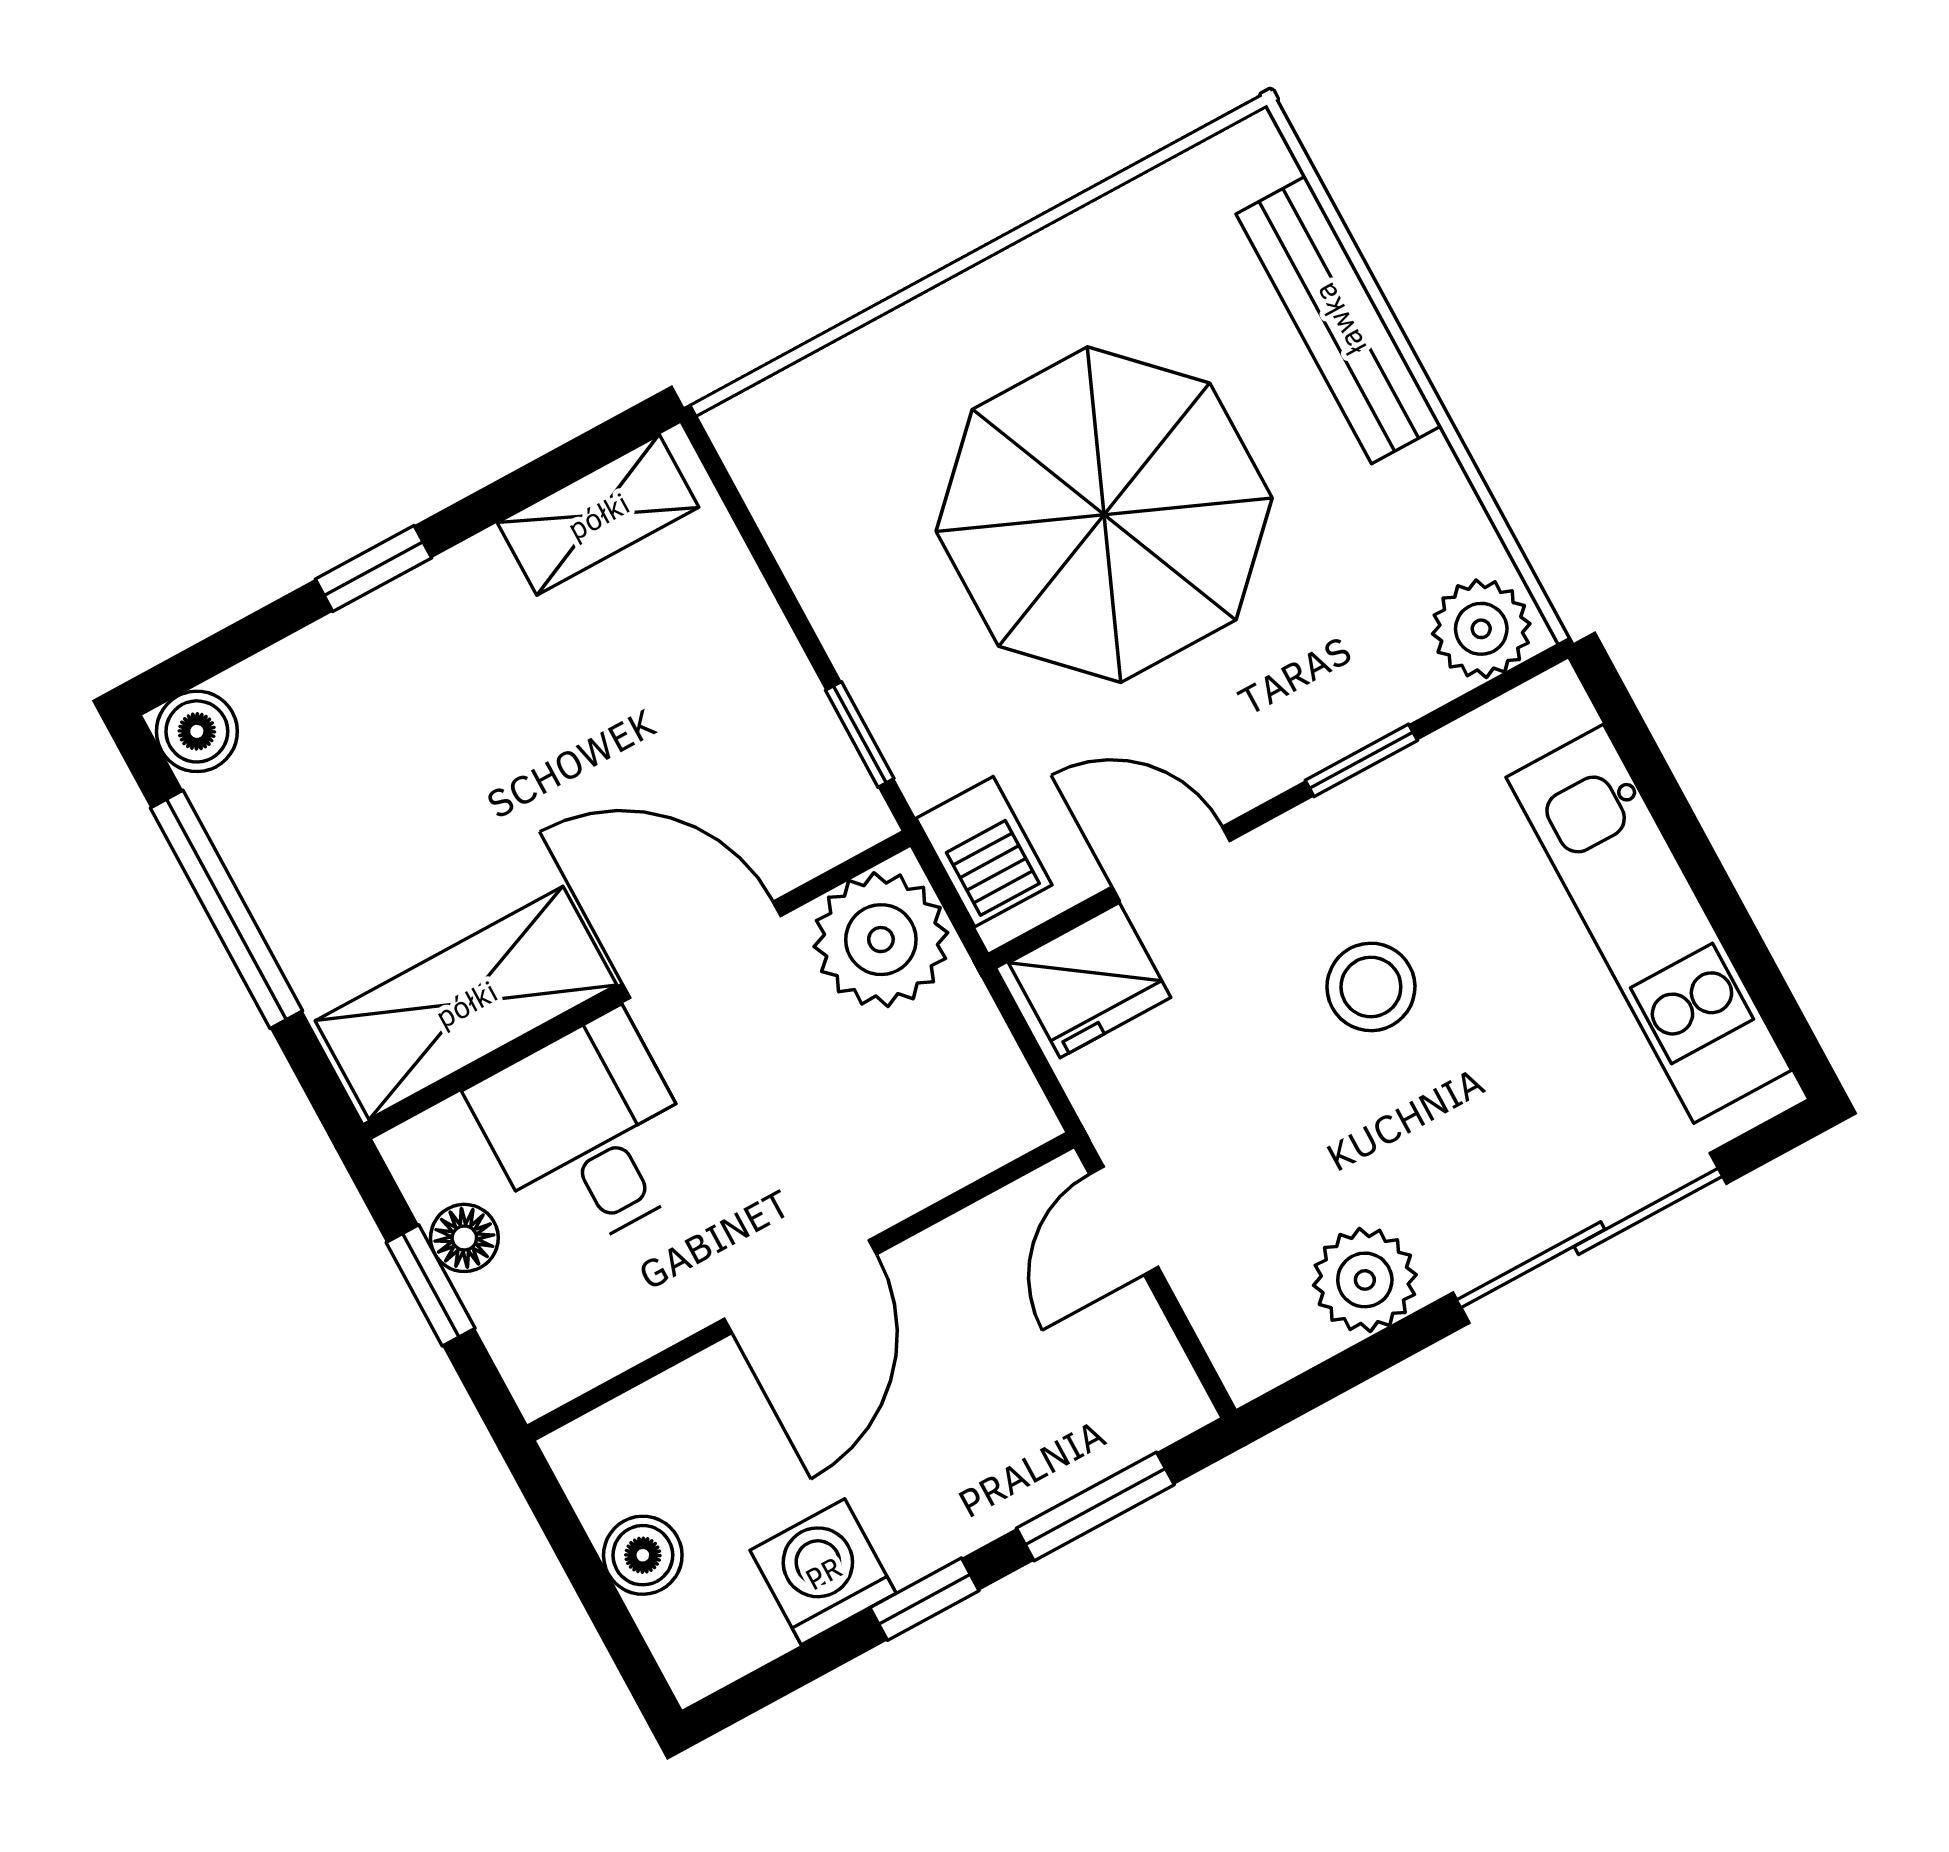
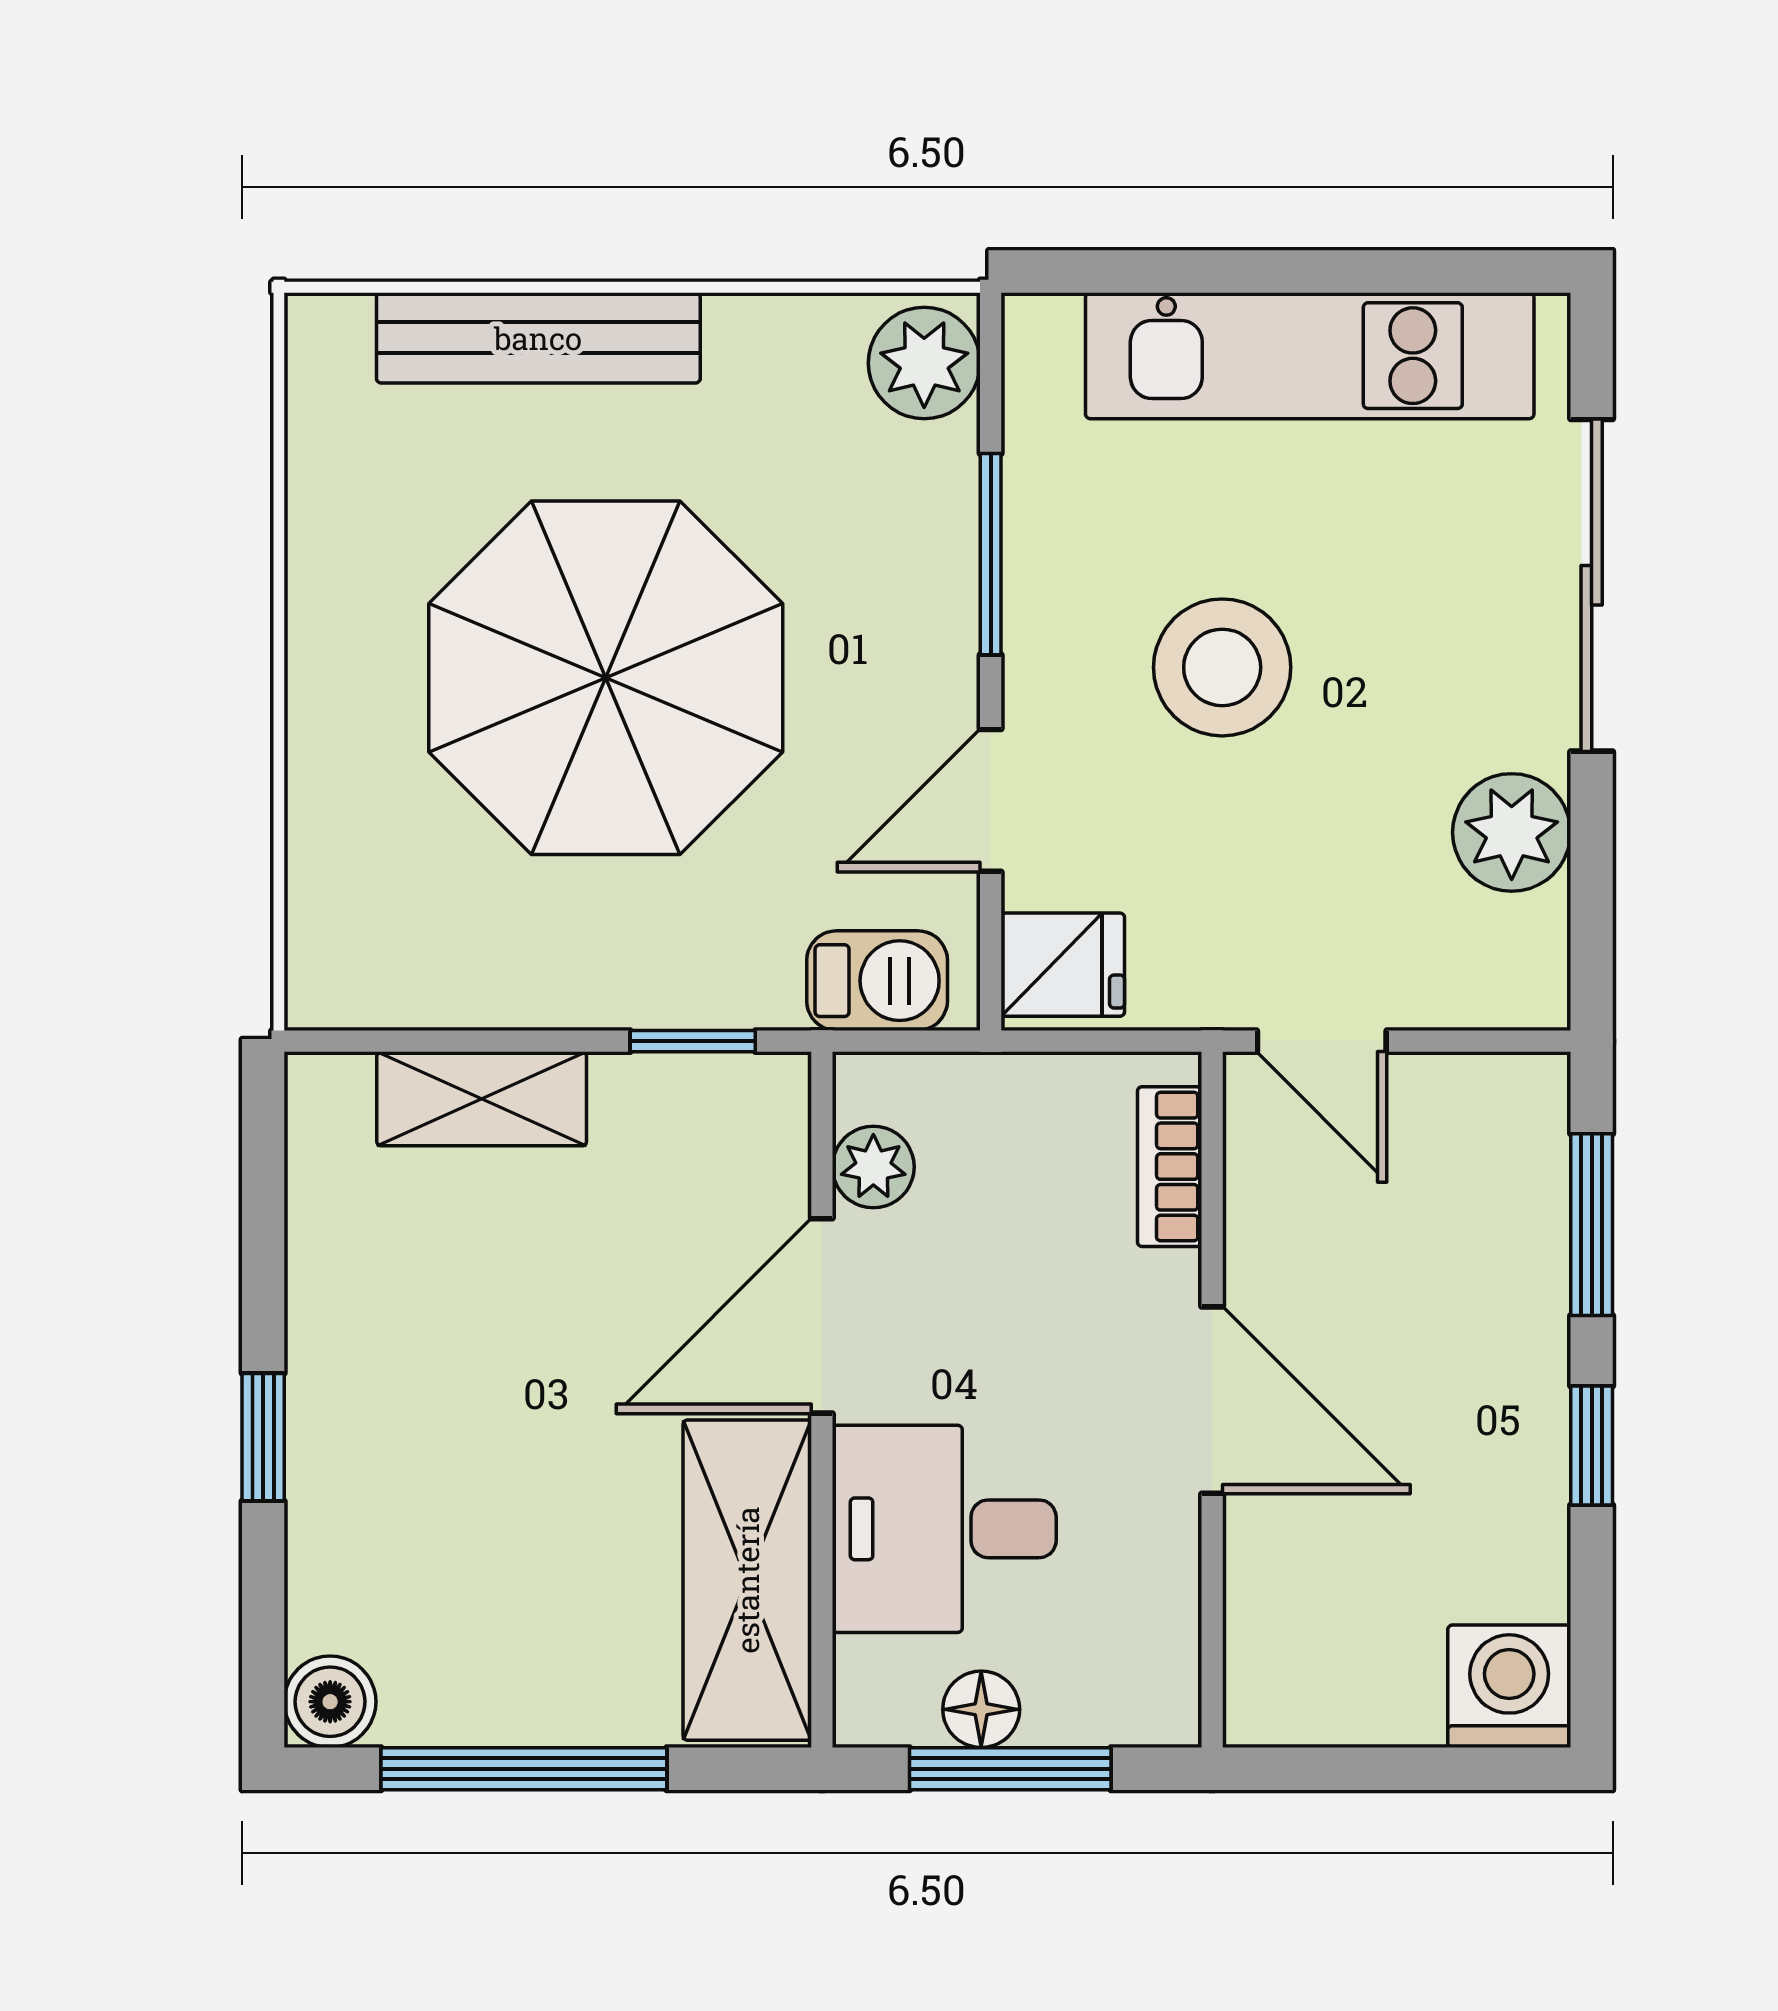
shelving: (598, 515) -> (482, 1099), moved, turned 90
window: (1361, 760) -> (991, 554), width x1.50
plant: (881, 940) -> (873, 1167), width x0.53, depth x0.53
fridge: (1090, 980) -> (1063, 965), width x0.72
stool: (1371, 987) -> (1222, 667), width x1.38, depth x1.38
bookcase: (963, 1156) -> (1170, 1167), added
window: (431, 1285) -> (1010, 1769), width x1.50
boiler: (643, 1555) -> (1395, 1703), removed
washing machine: (823, 1572) -> (1509, 1686), moved, turned 90

